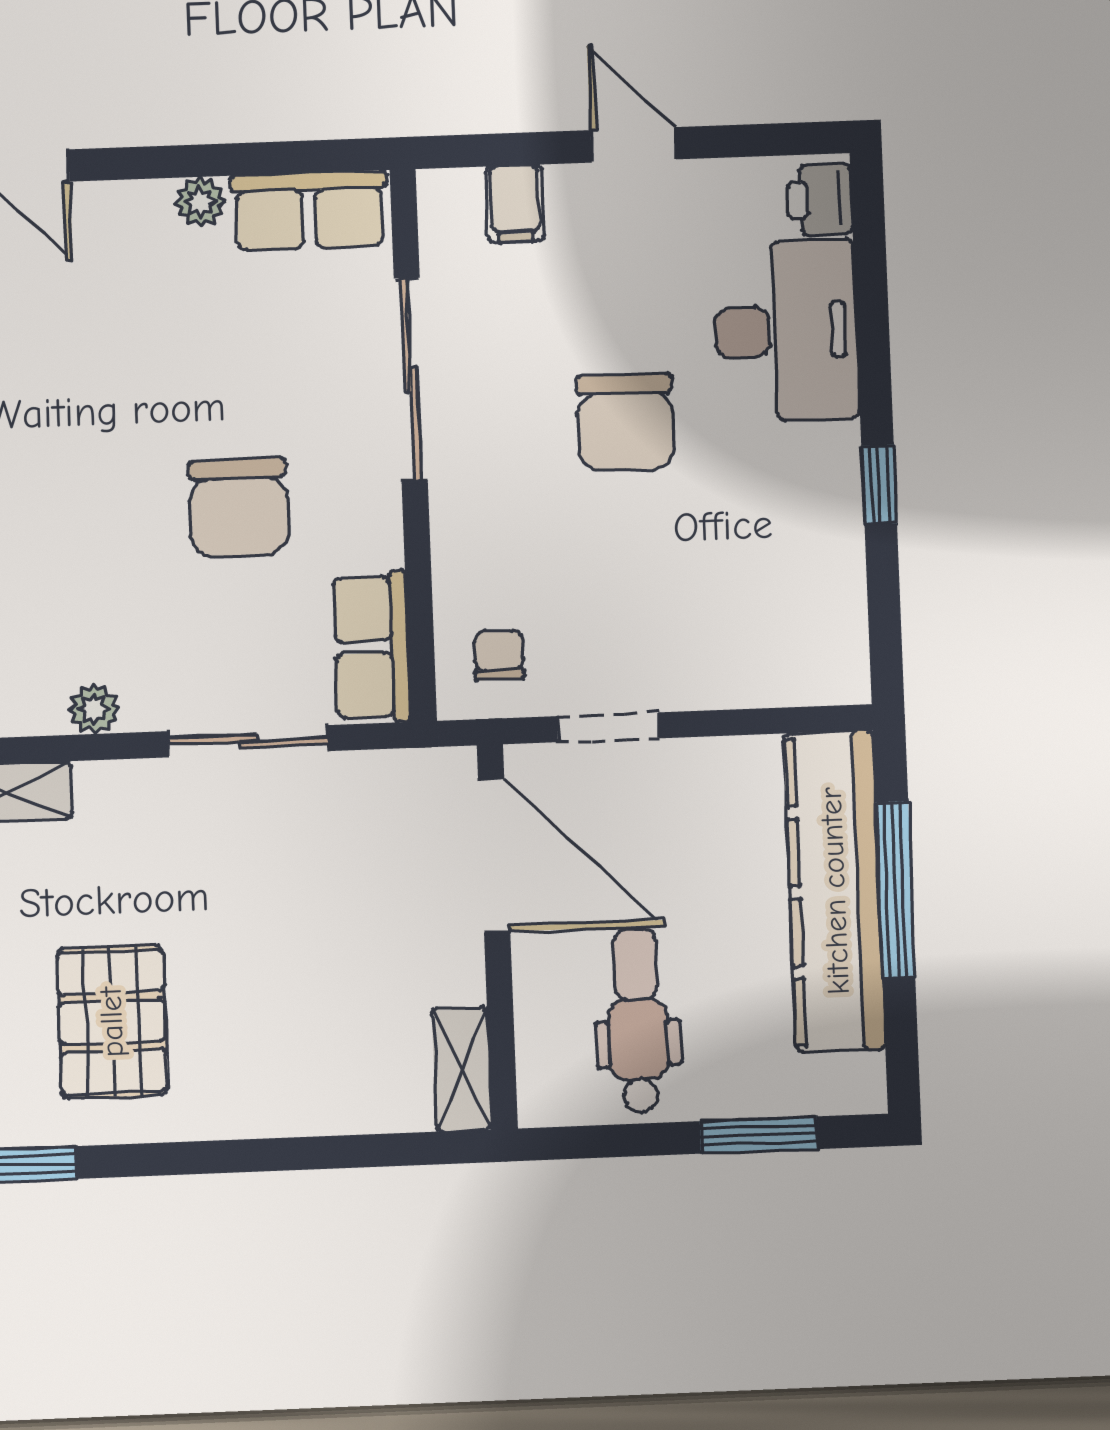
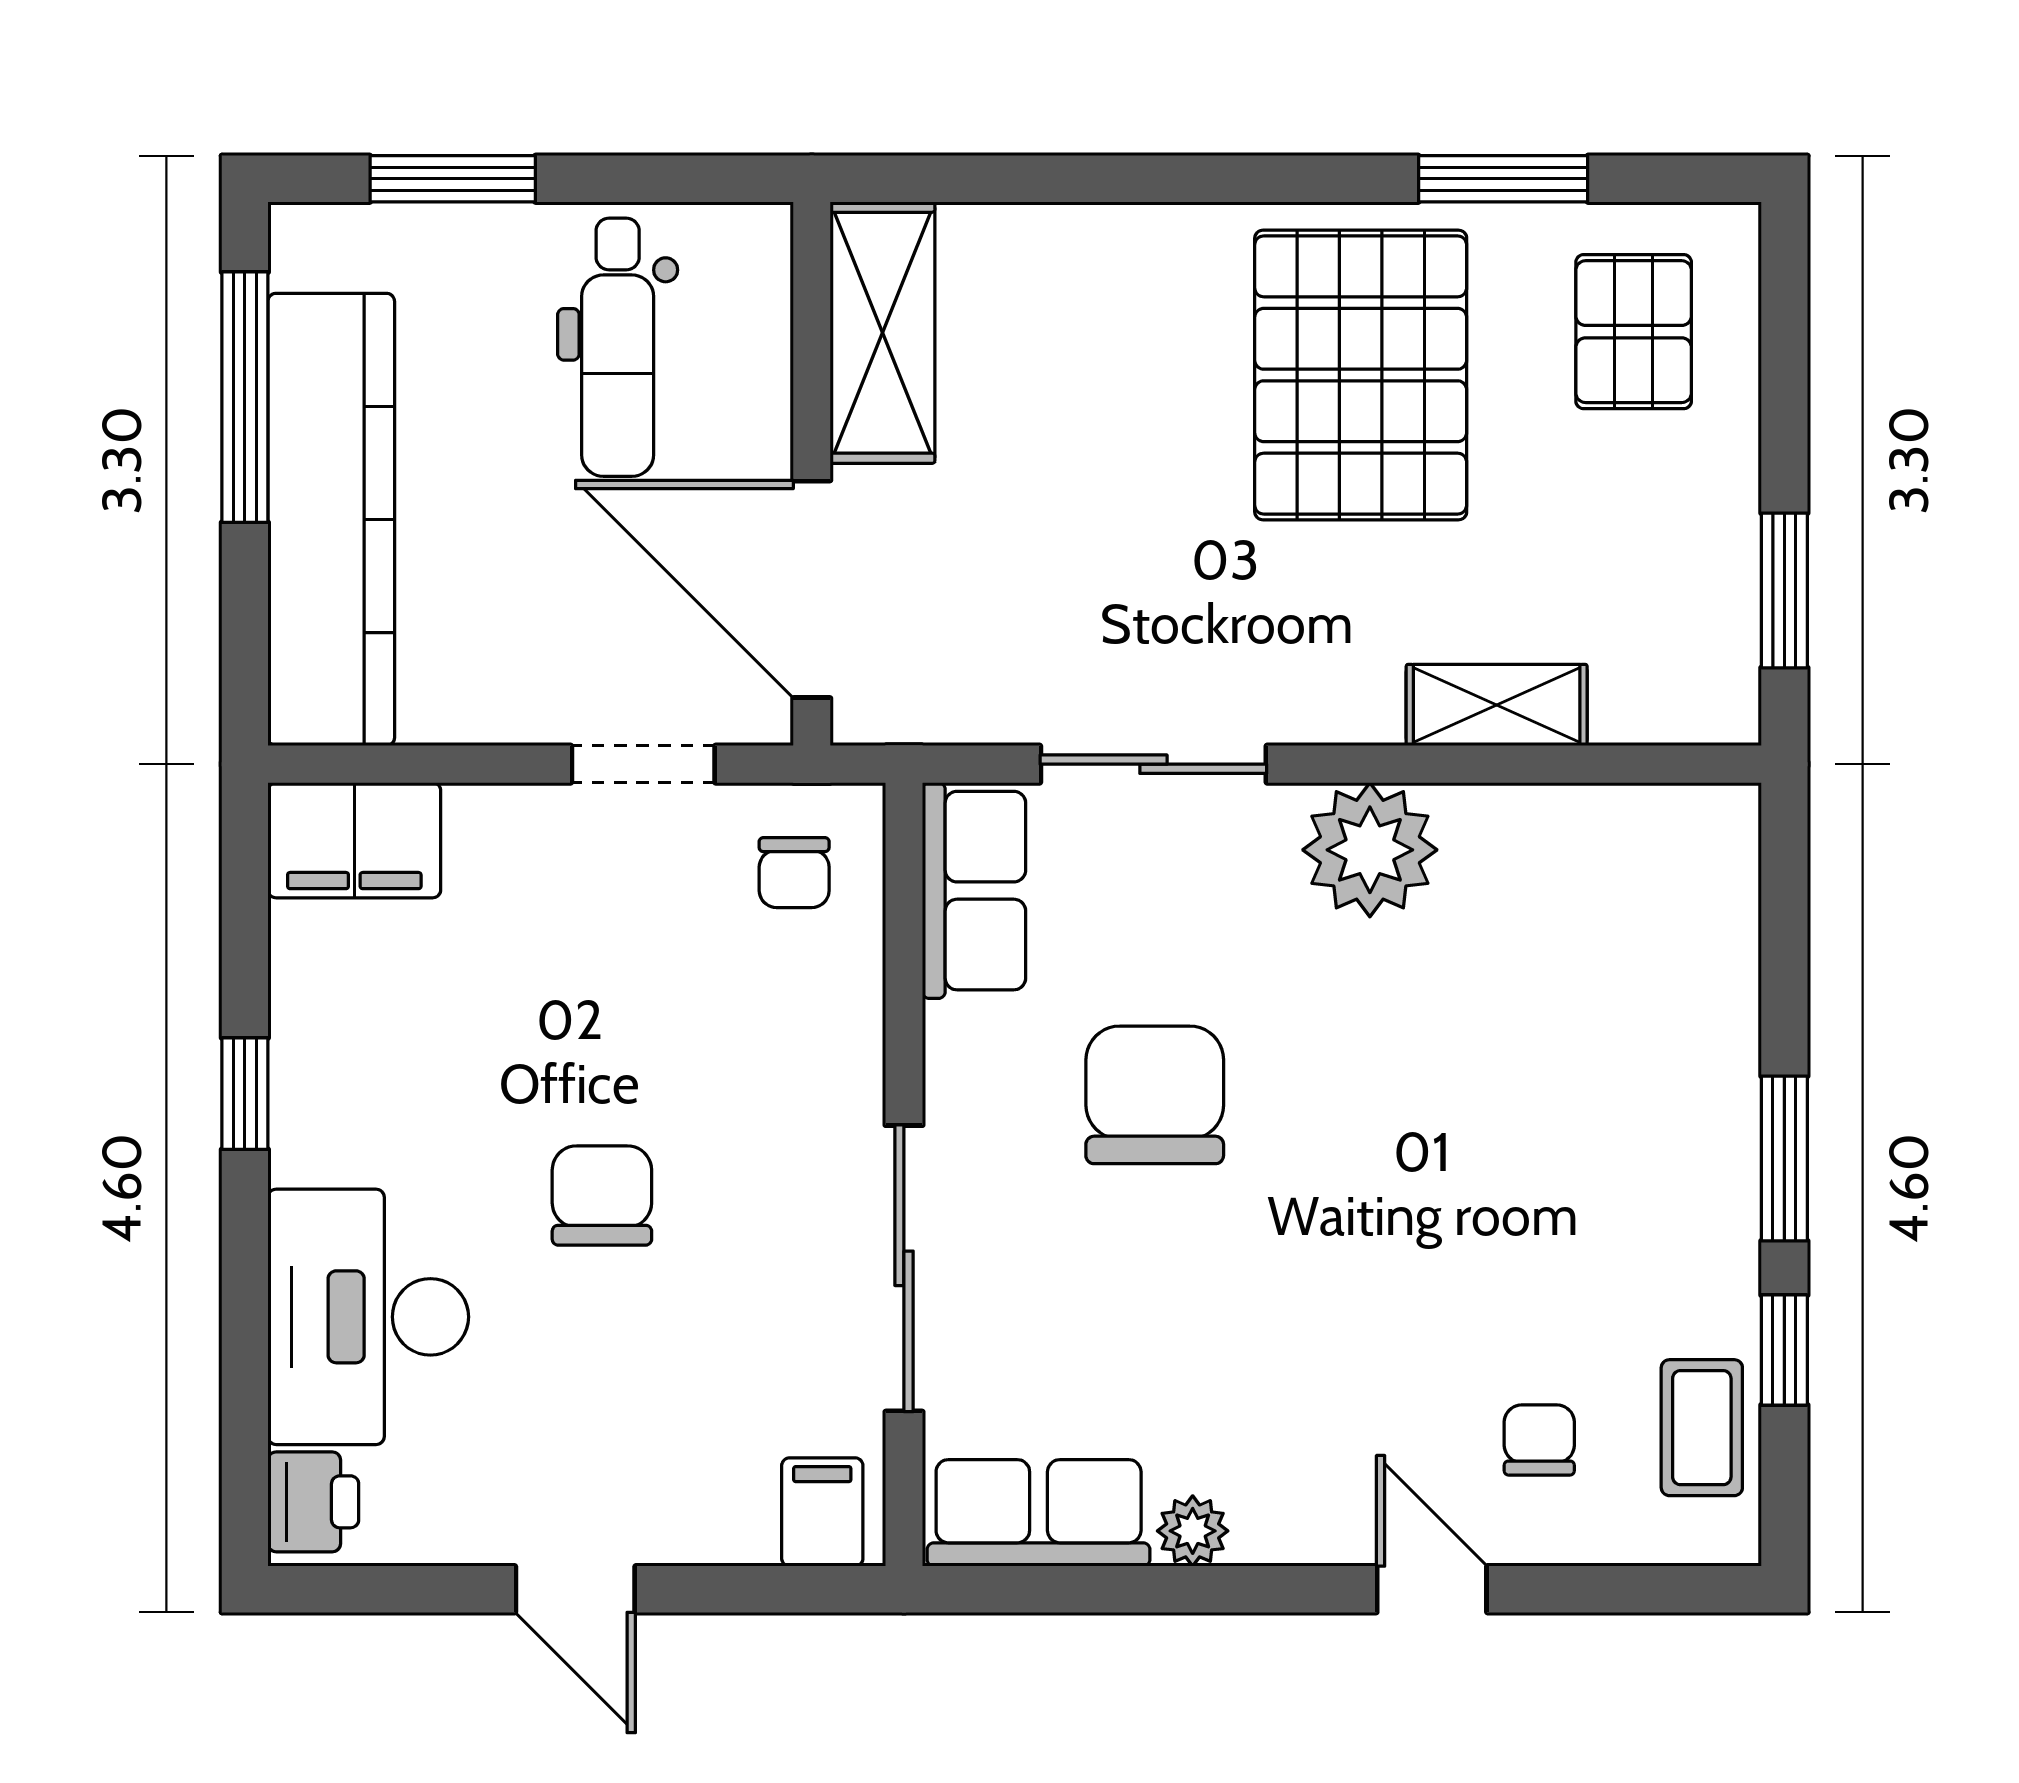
filing cabinet: (515, 204) -> (822, 1512), moved
chair: (625, 422) -> (602, 1195), width x0.73, depth x0.73
filing cabinet: (809, 666) -> (354, 840), added
plant: (94, 709) -> (1370, 850), width x1.88, depth x1.88
window: (895, 890) -> (245, 397), moved
pallet: (112, 1022) -> (1361, 375), width x1.37, depth x1.41
shelving: (462, 1069) -> (883, 333), width x1.50, depth x1.33

